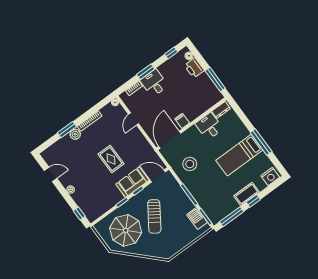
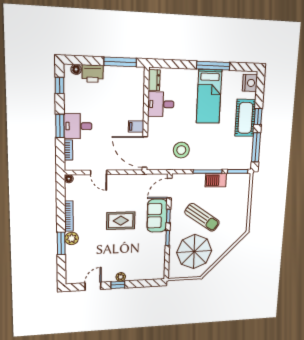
cot: (247, 194) -> (245, 118), width x1.37, depth x1.34
window: (79, 214) -> (118, 285), moved
barbecue: (197, 218) -> (216, 180), moved

